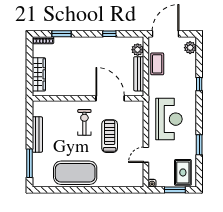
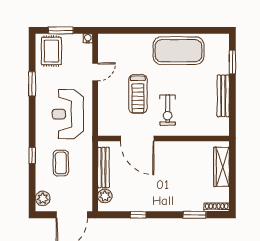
coffee table: (157, 64) -> (61, 163), moved
window: (30, 163) -> (232, 62), width x0.69

